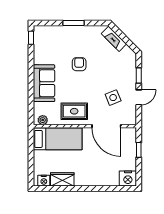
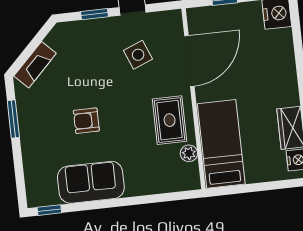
window: (73, 23) -> (13, 119), moved
sofa: (44, 83) -> (91, 182), moved
plant: (43, 120) -> (189, 153), moved

